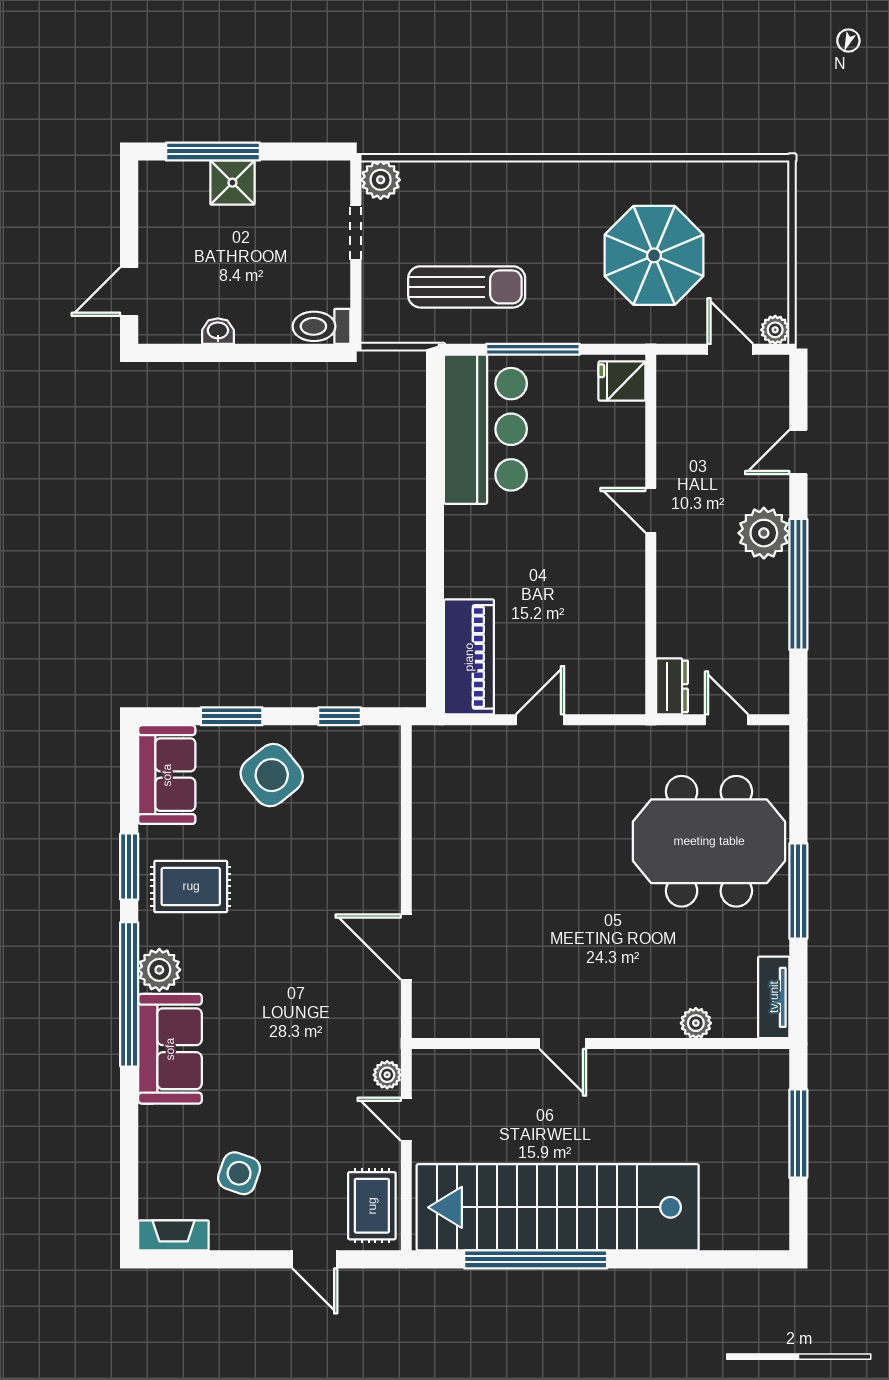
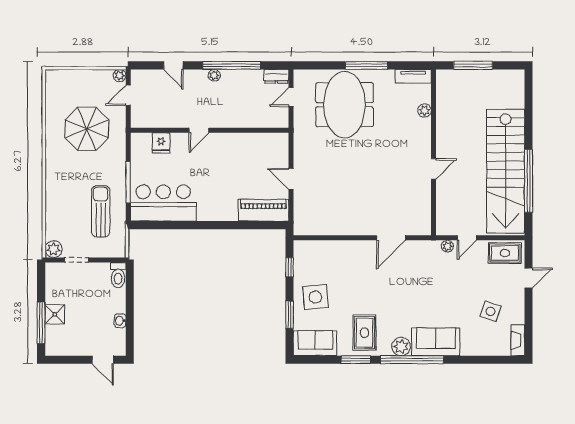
fridge: (622, 381) -> (161, 143), moved
plant: (764, 533) -> (214, 75), width x0.53, depth x0.53
dresser: (672, 686) -> (276, 76), moved, turned 180
side table: (272, 775) -> (315, 297), turned 34

